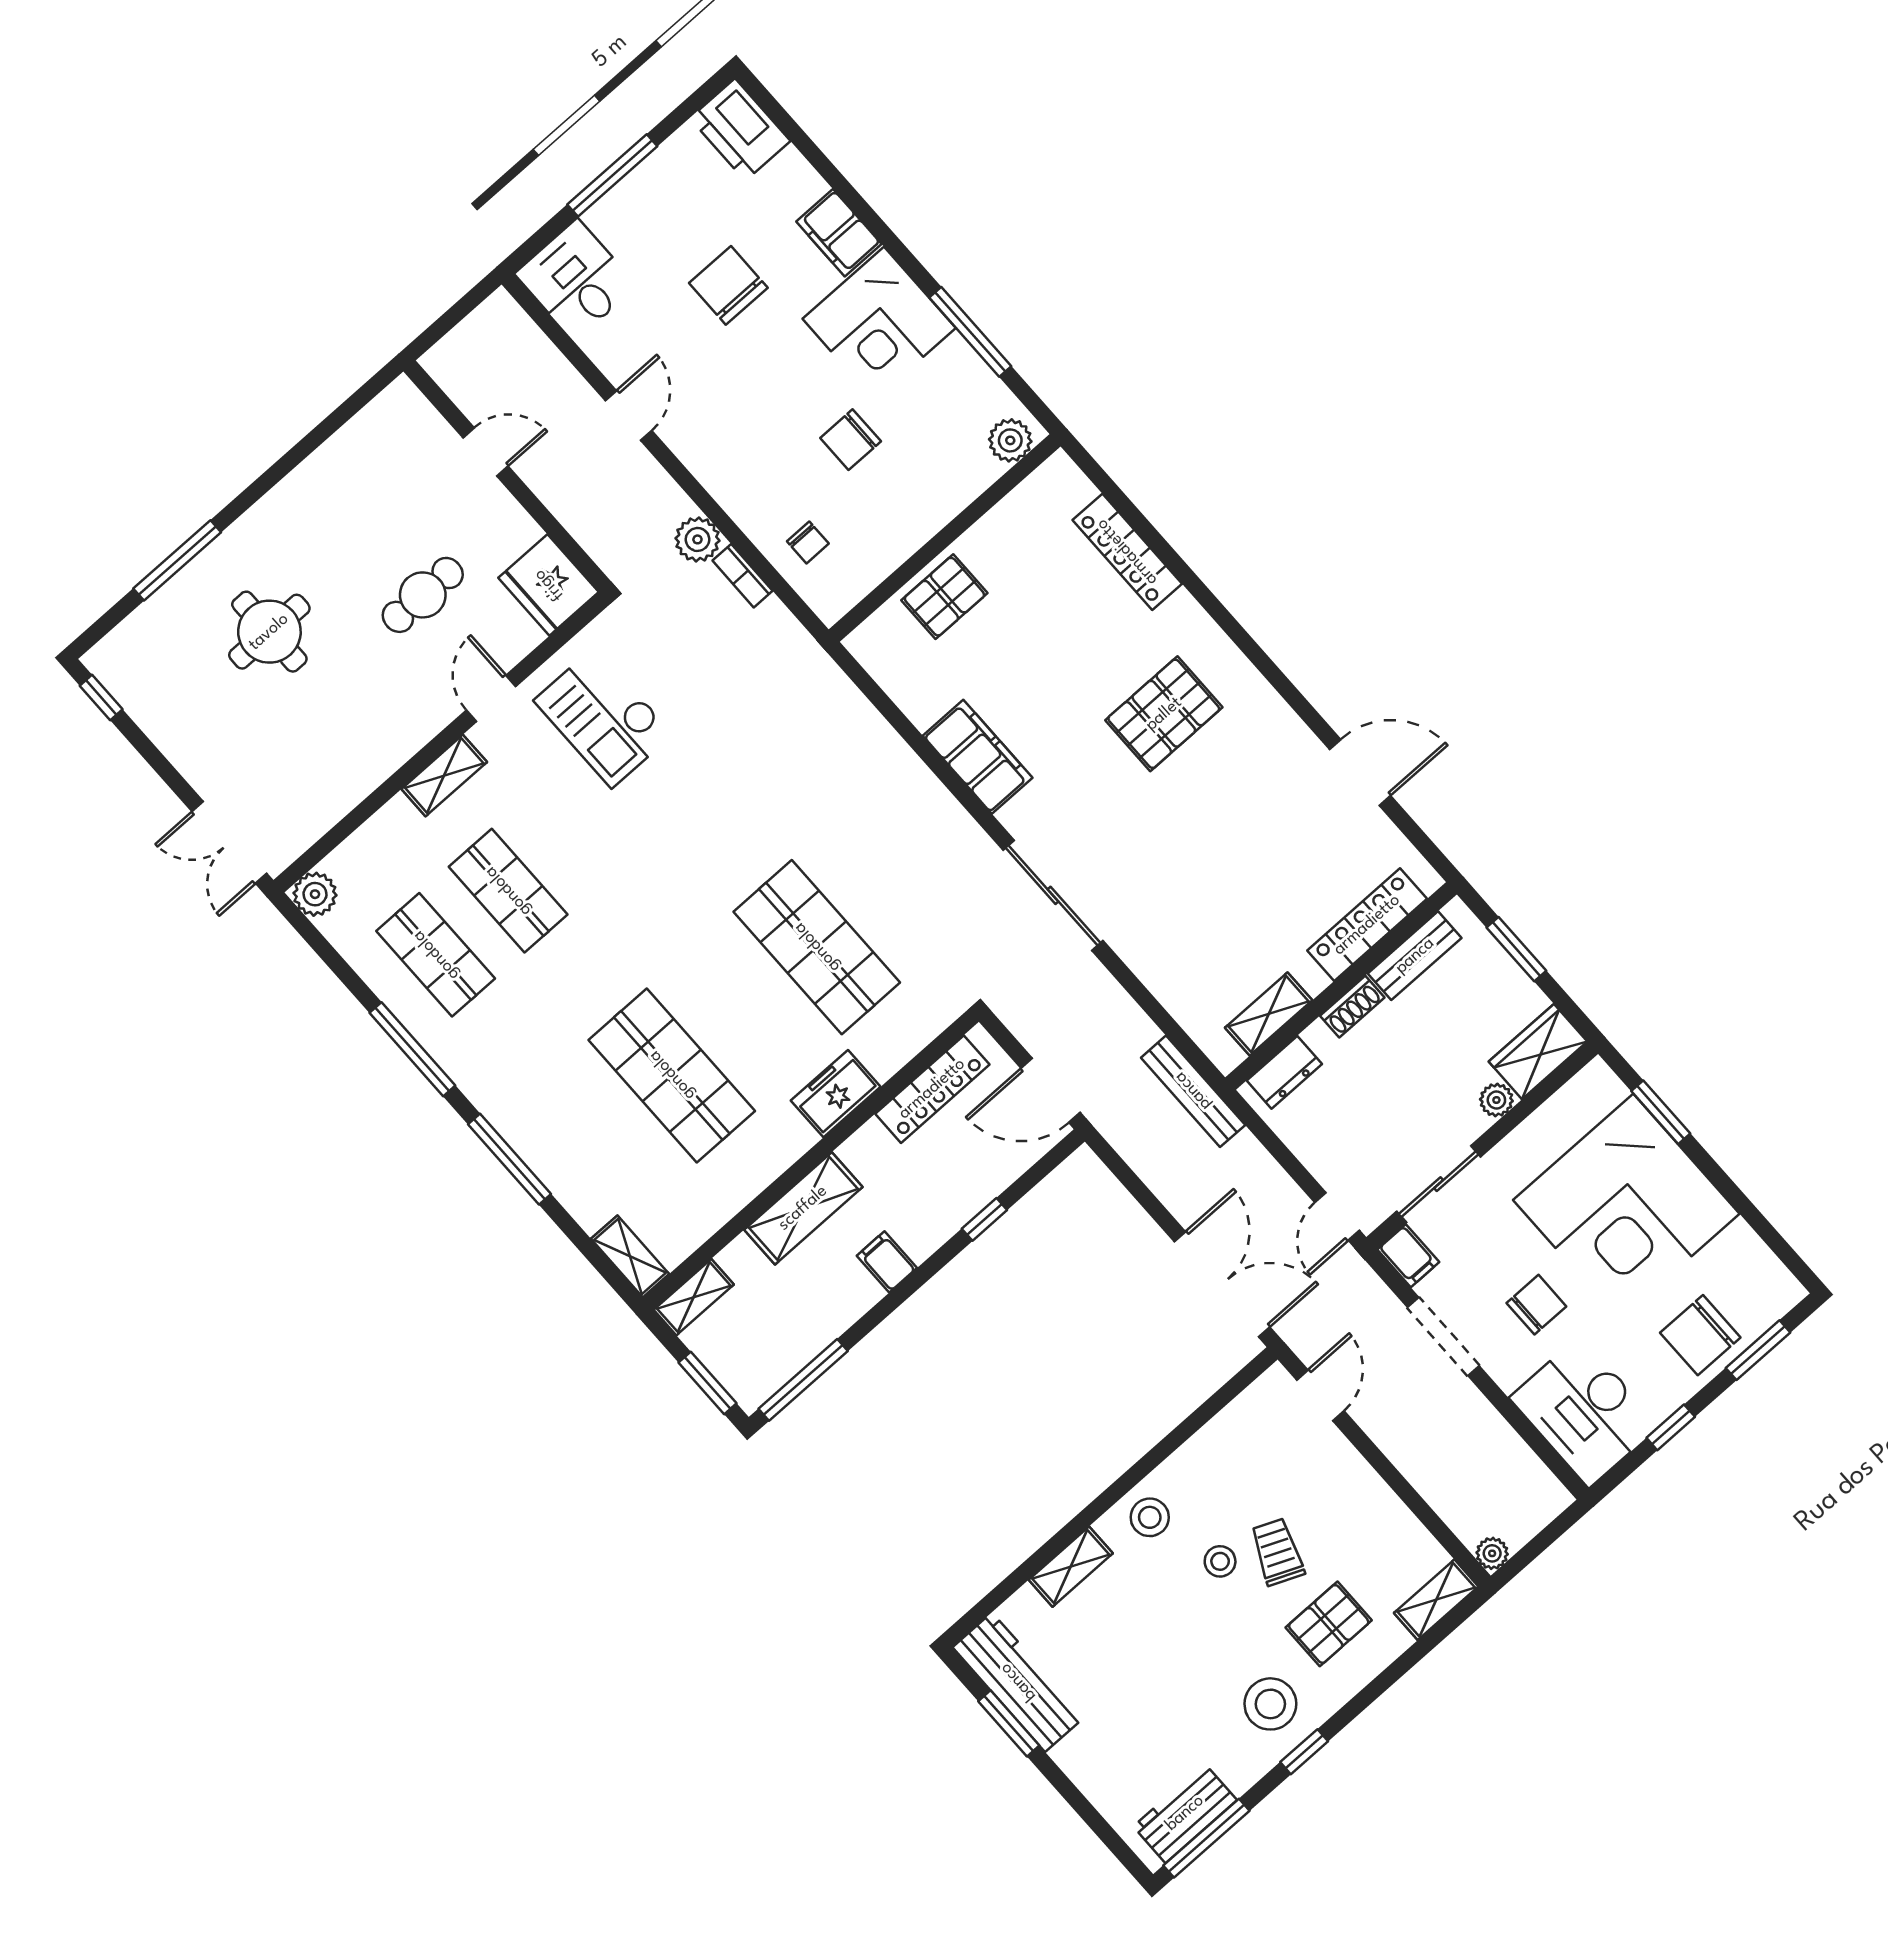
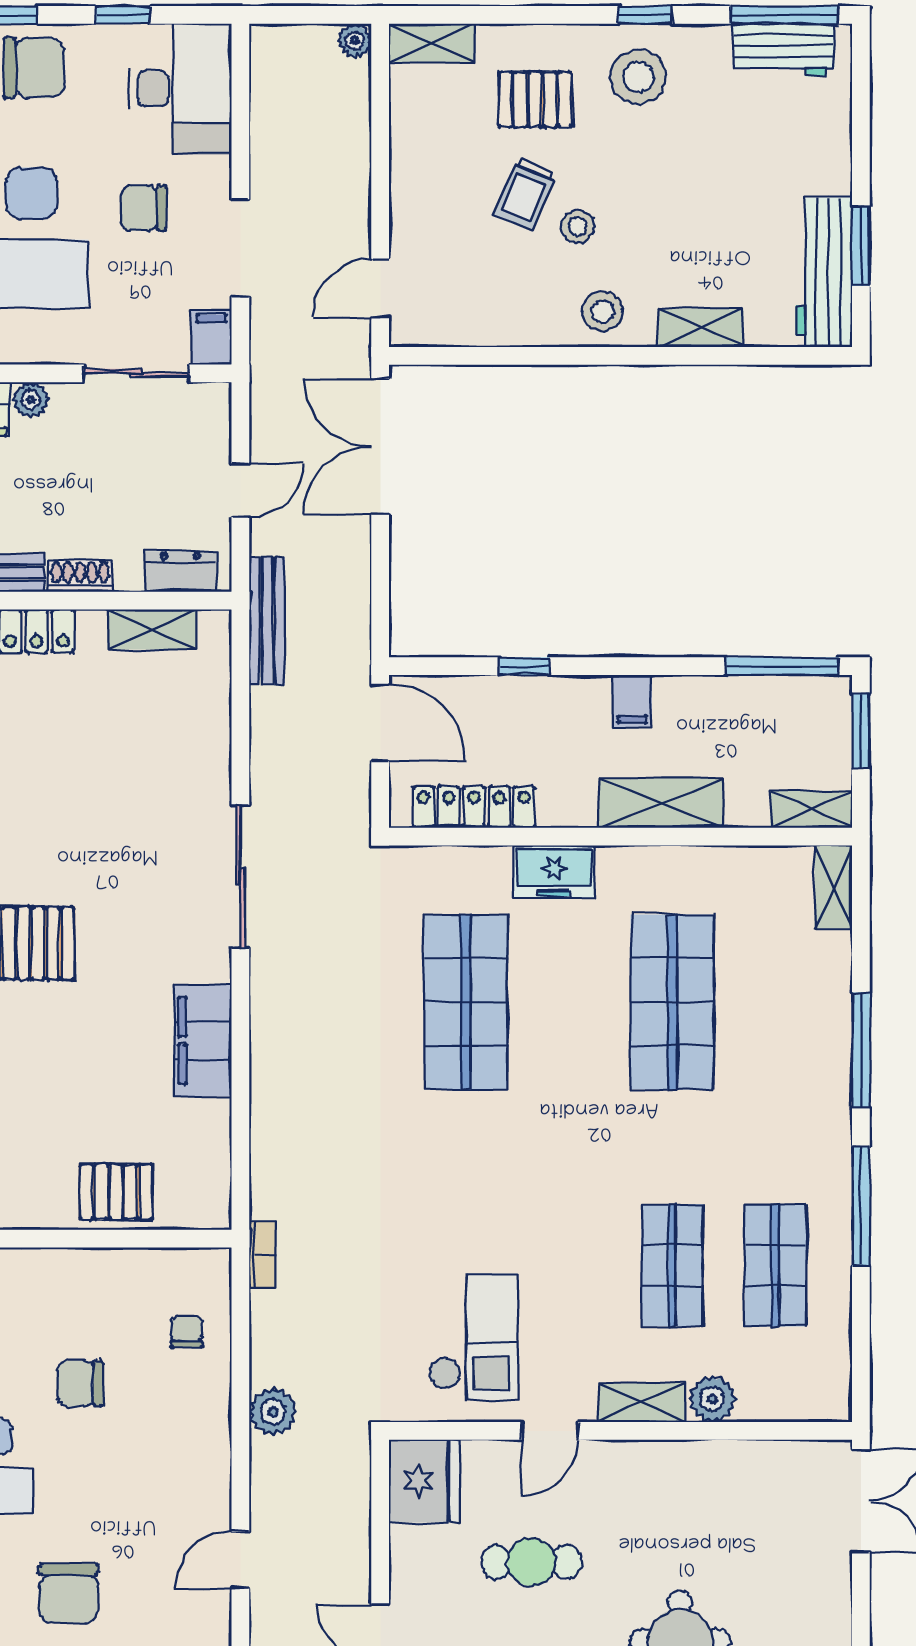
chair: (851, 440) -> (80, 1384), turned 180
bookcase: (742, 576) -> (263, 1255), moved
plant: (315, 894) -> (712, 1399), moved
door: (1337, 1216) -> (240, 490), moved

